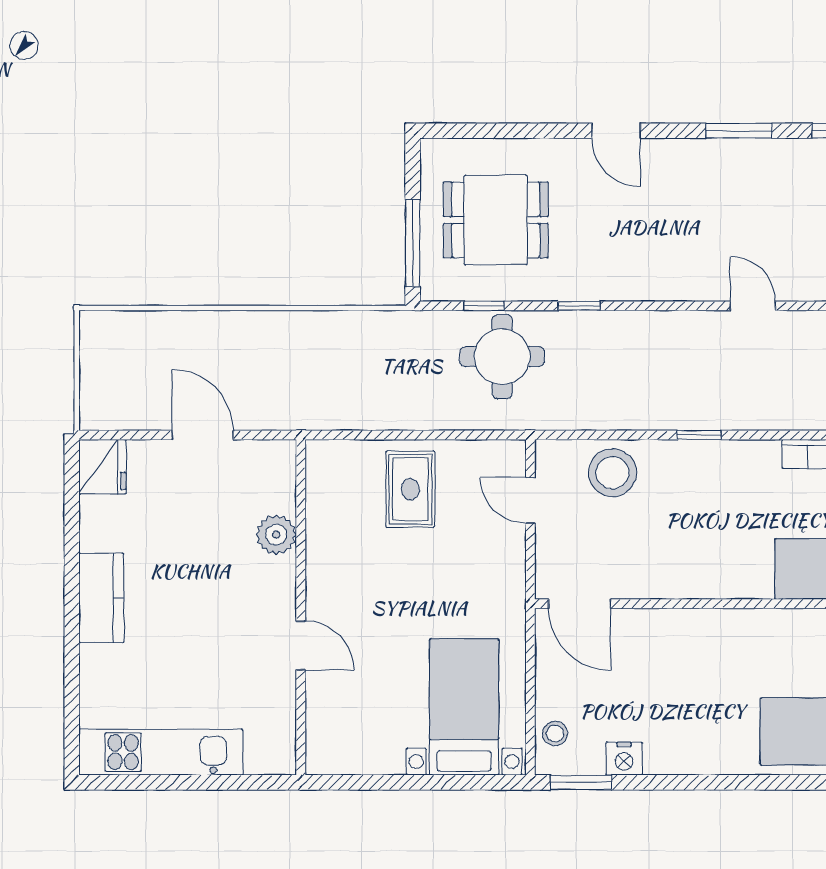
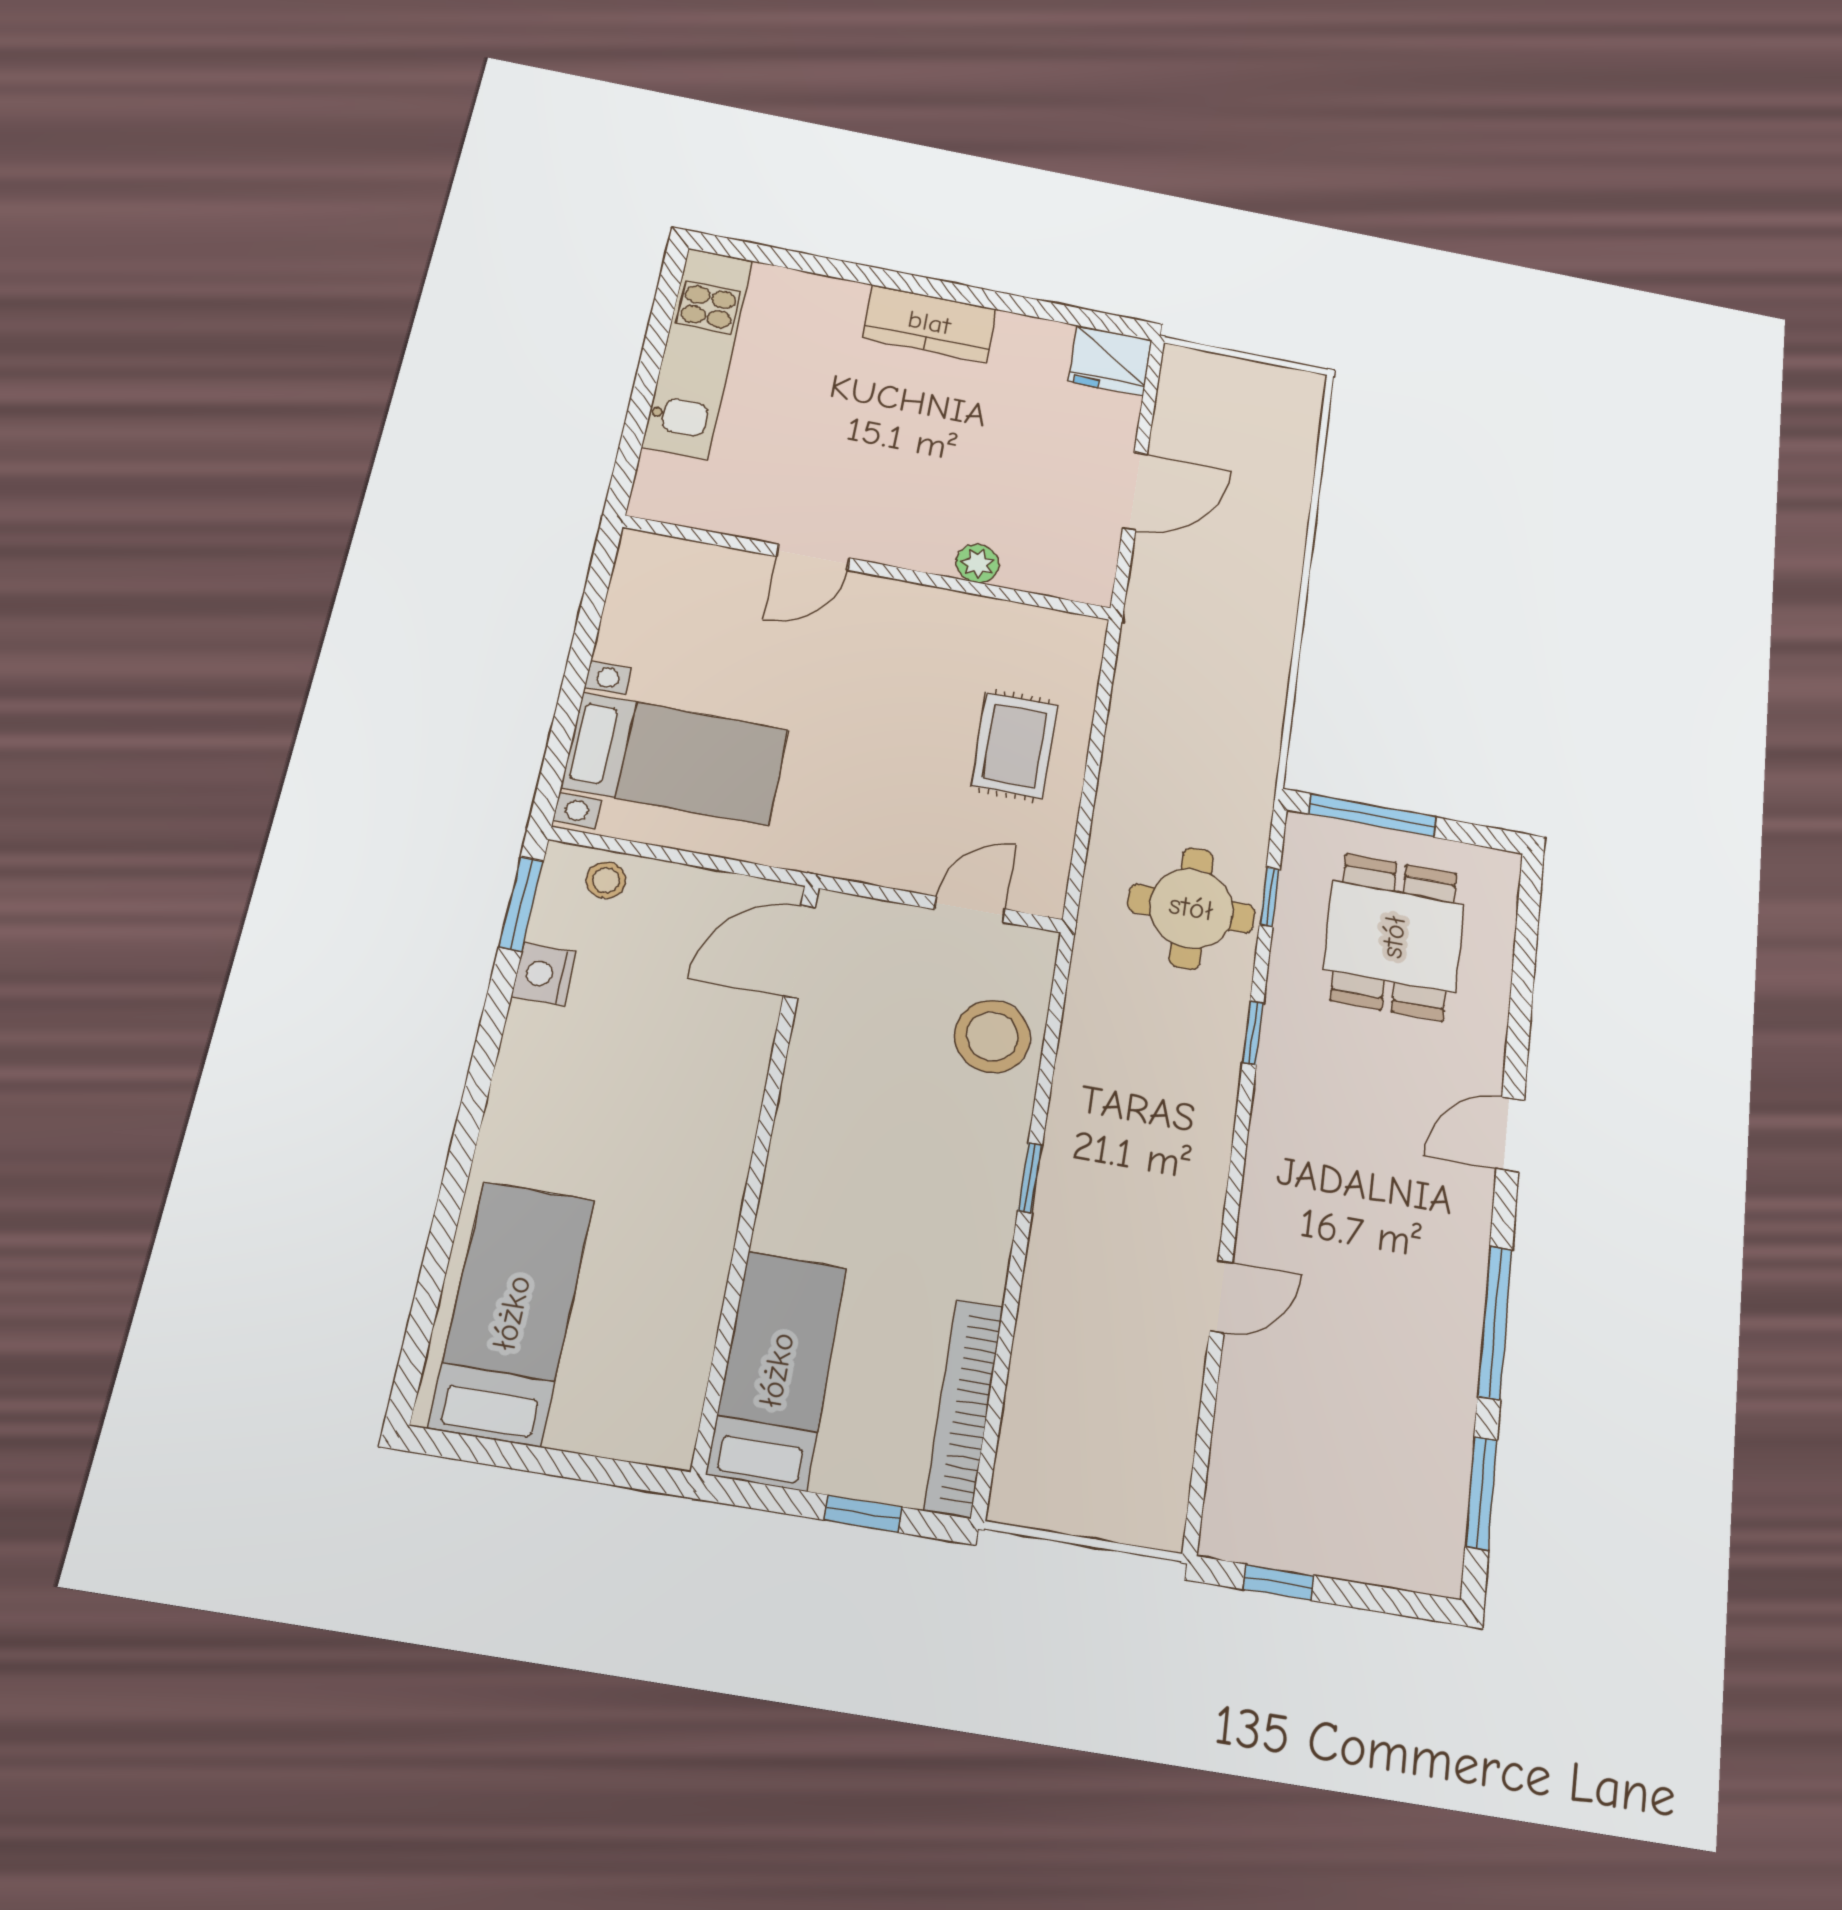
window: (739, 131) -> (1495, 1322), width x1.44
rug: (410, 489) -> (1014, 745), turned 90
plant: (276, 535) -> (978, 563), width x0.73, depth x0.73

